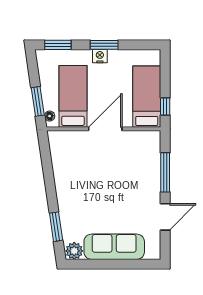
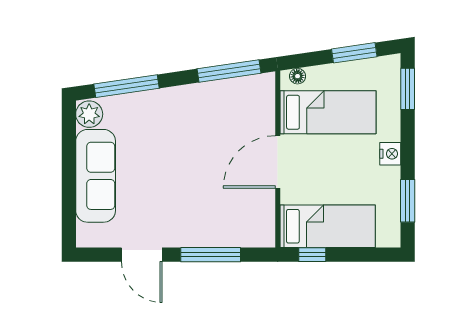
window: (104, 45) -> (408, 201), moved
window: (38, 101) -> (354, 53), moved
door: (105, 129) -> (278, 162), swing flipped
window: (46, 160) -> (229, 71), added
window: (56, 227) -> (127, 86), width x1.44

